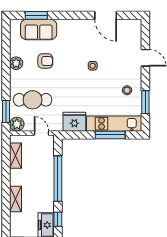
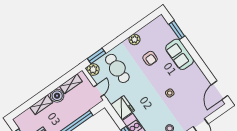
door: (106, 15) -> (219, 90), moved
sofa: (39, 29) -> (180, 54), moved
boiler: (18, 177) -> (57, 96), added

